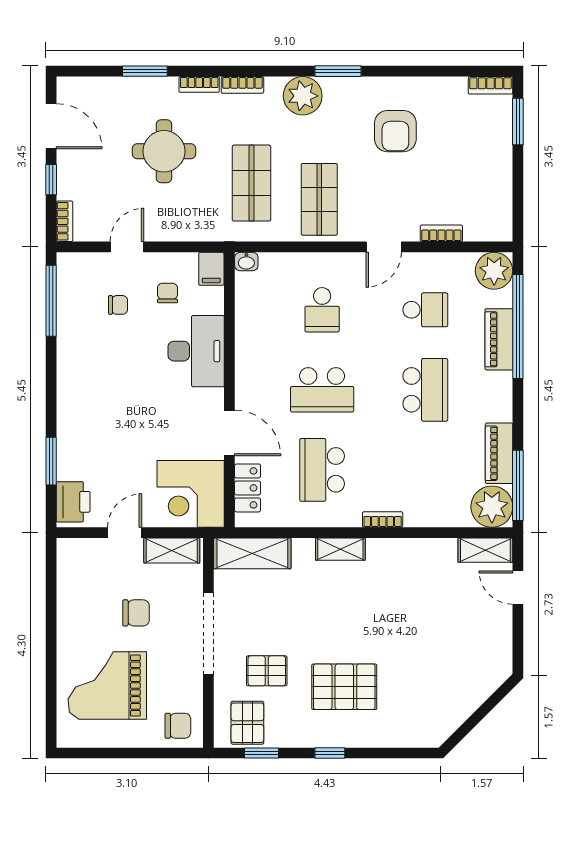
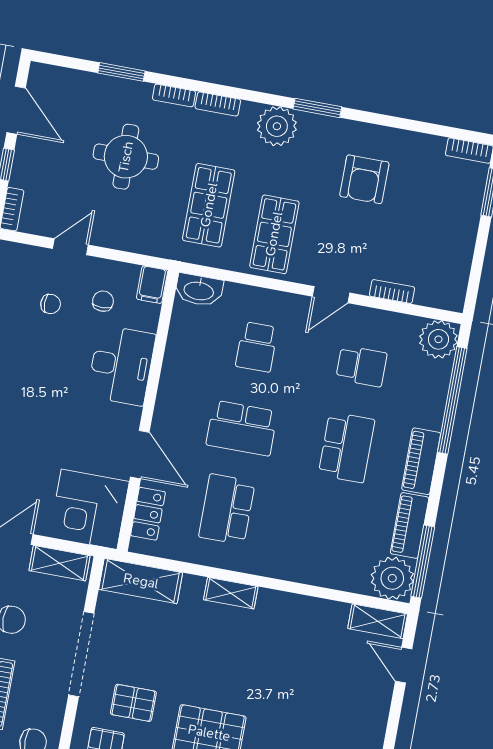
washbasin: (246, 262) -> (199, 290), width x1.91, depth x1.45
piano: (499, 339) -> (421, 461), moved
bookcase: (383, 520) -> (279, 571), removed

